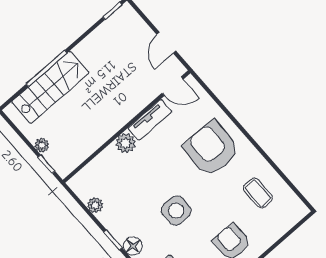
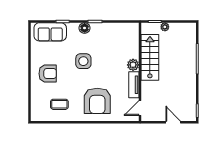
door: (166, 43) -> (173, 122), moved
stairs: (50, 87) -> (150, 57), moved, turned 180
armchair: (211, 149) -> (97, 101), turned 88
plant: (95, 205) -> (117, 27), removed

